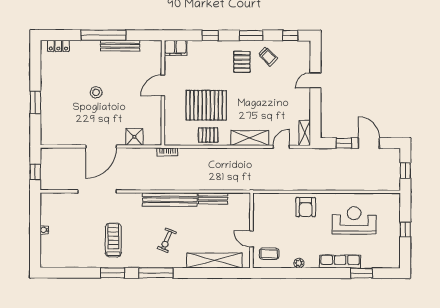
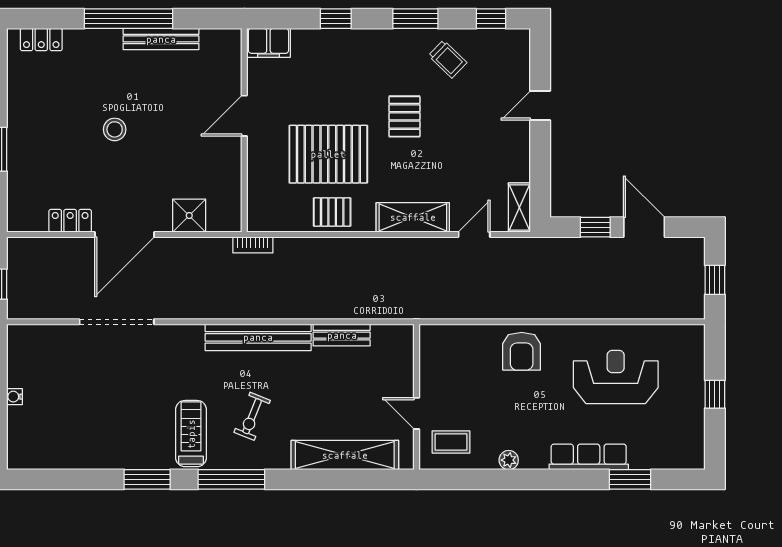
pallet: (242, 62) -> (404, 116), moved
locker: (73, 139) -> (70, 221), added
treadmill: (113, 240) -> (191, 434), moved

